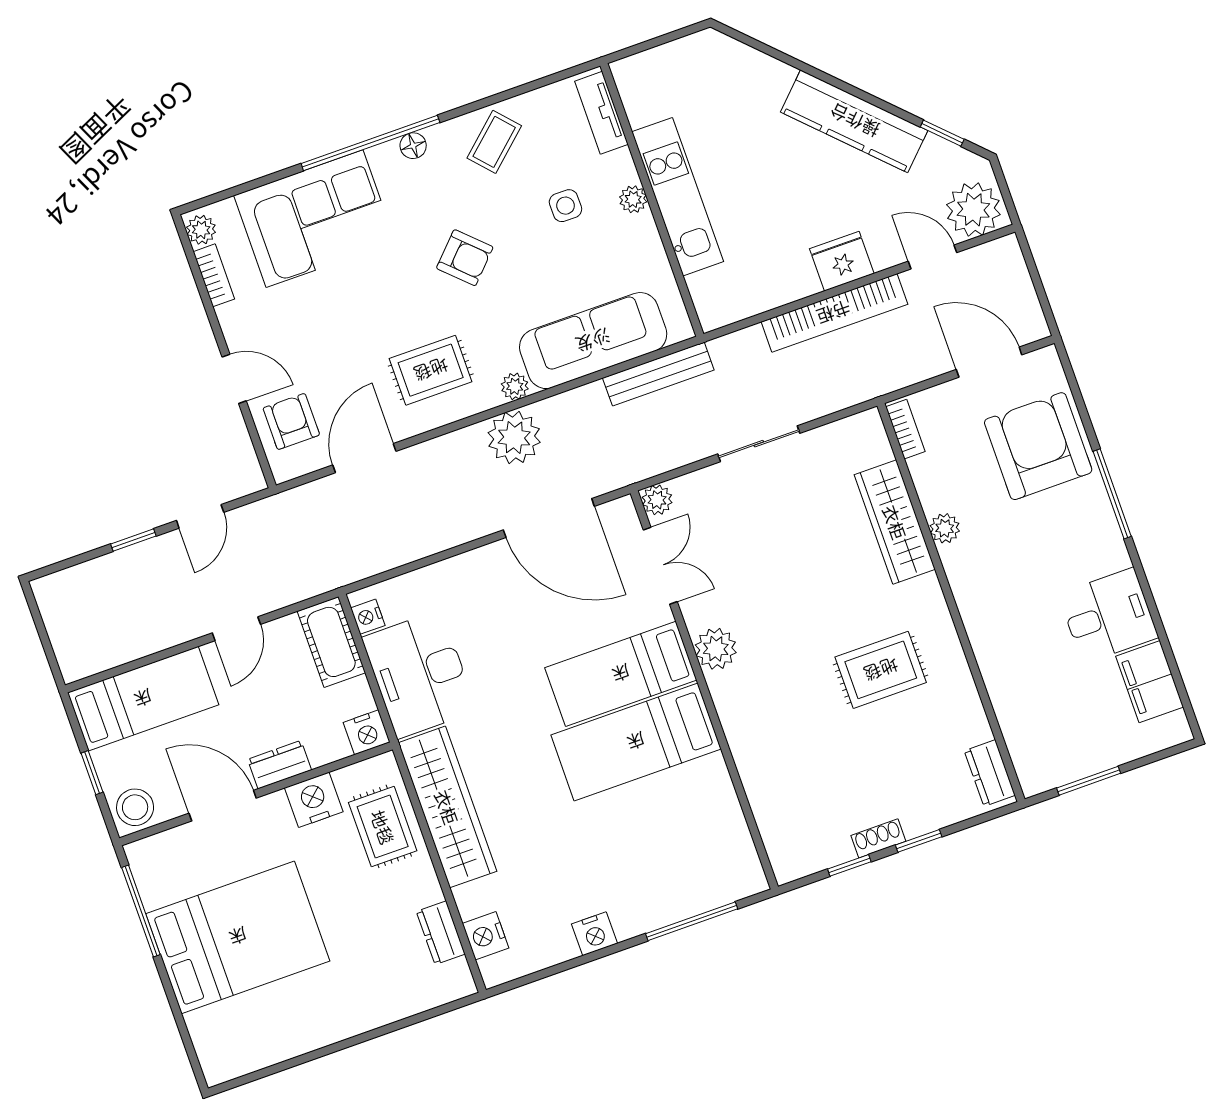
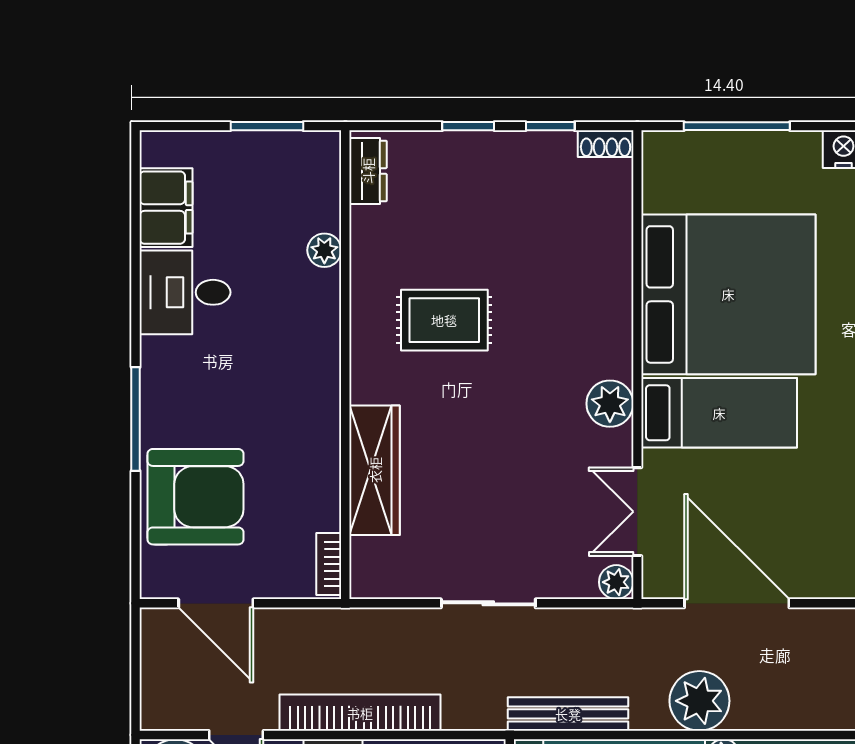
plant: (514, 437) -> (699, 701), moved
armchair: (1038, 446) -> (196, 497), turned -90
plant: (945, 528) -> (324, 250), moved
bed: (636, 742) -> (728, 294), width x2.04
shoe rack: (878, 838) -> (606, 144), moved

